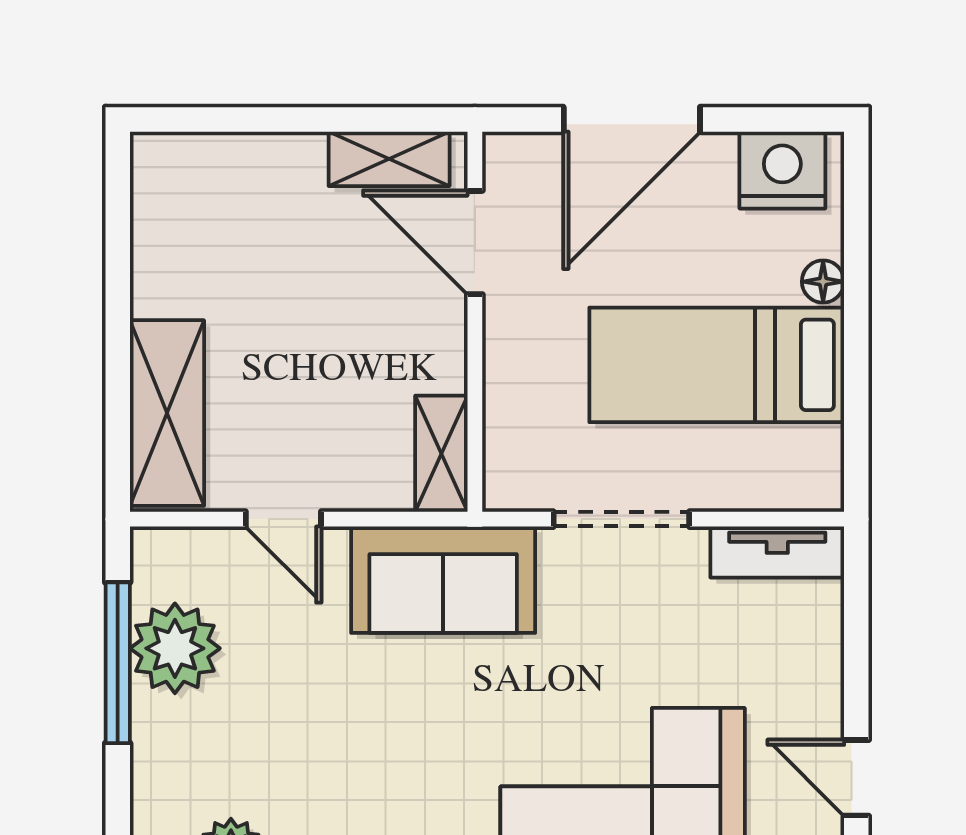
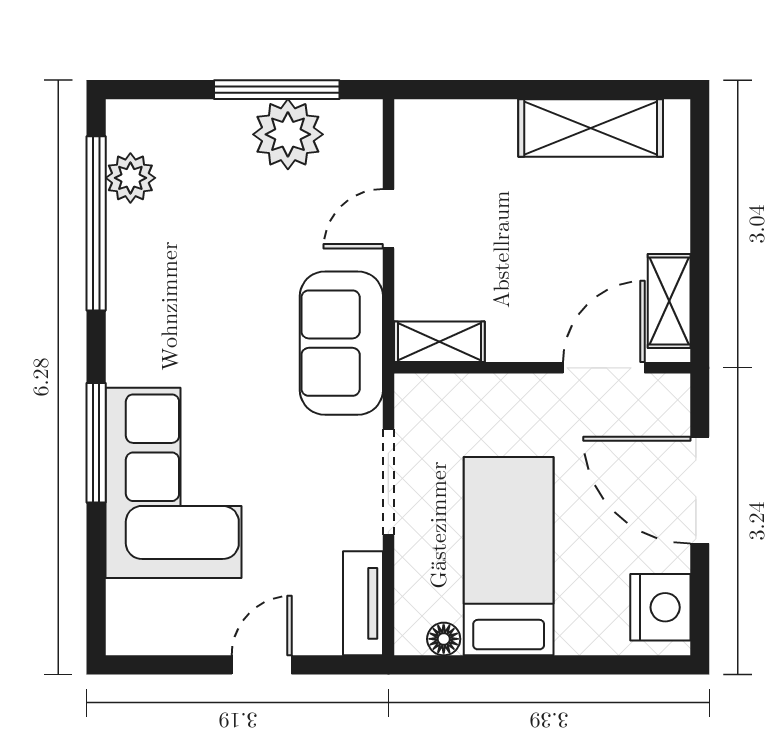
floor lamp: (823, 282) -> (444, 639), moved
shelving: (167, 413) -> (591, 128), moved
door: (856, 778) -> (262, 665), moved

